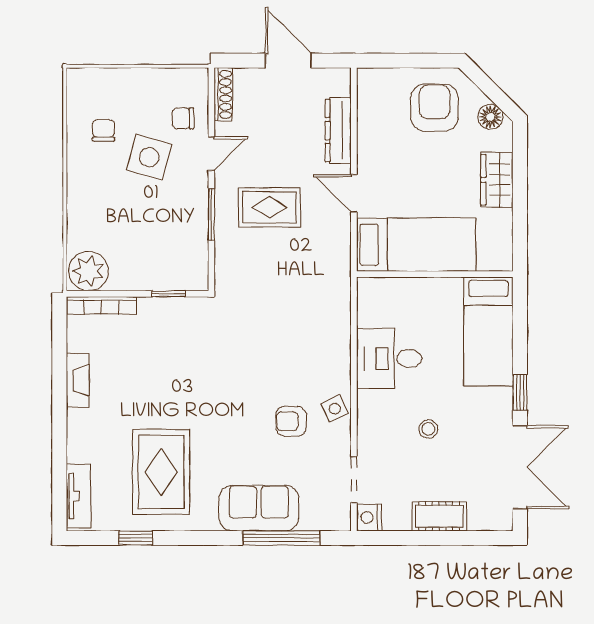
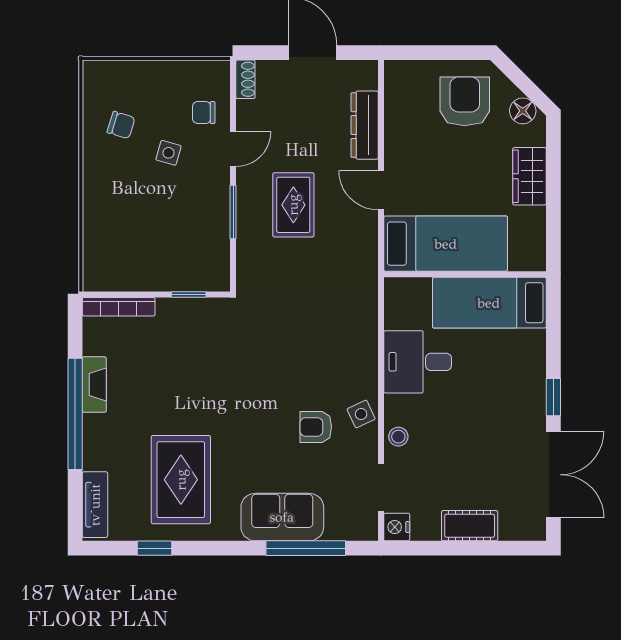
shoe rack: (223, 94) -> (245, 79), width x0.70
chair: (104, 130) -> (121, 125), turned 107
side table: (149, 157) -> (168, 153), width x0.54, depth x0.54
rug: (269, 207) -> (293, 205), turned 90
plant: (89, 271) -> (105, 271), removed
bed: (488, 332) -> (489, 303), moved, turned 90
window: (59, 409) -> (75, 414), added
stool: (428, 429) -> (398, 437), moved

